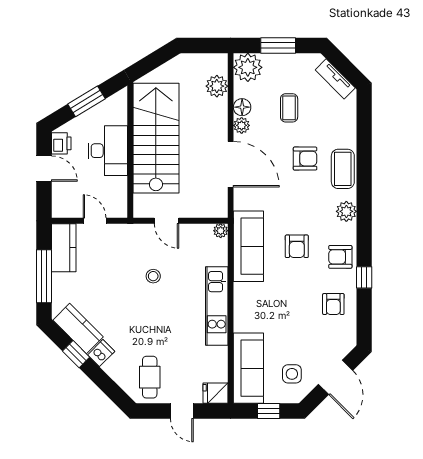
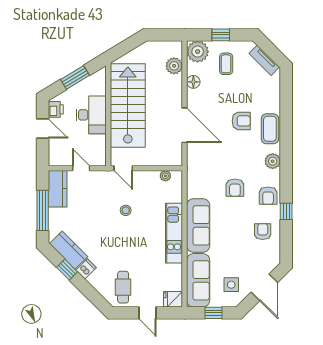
window: (278, 45) -> (221, 35), width x0.67
coffee table: (289, 108) -> (226, 64), moved
plant: (242, 125) -> (193, 96), removed
door: (167, 221) -> (123, 168), moved
plant: (221, 231) -> (165, 176), moved
sofa: (248, 246) -> (198, 225), moved
armchair: (340, 257) -> (268, 196), turned -90
armchair: (333, 304) -> (263, 232), turned 180

